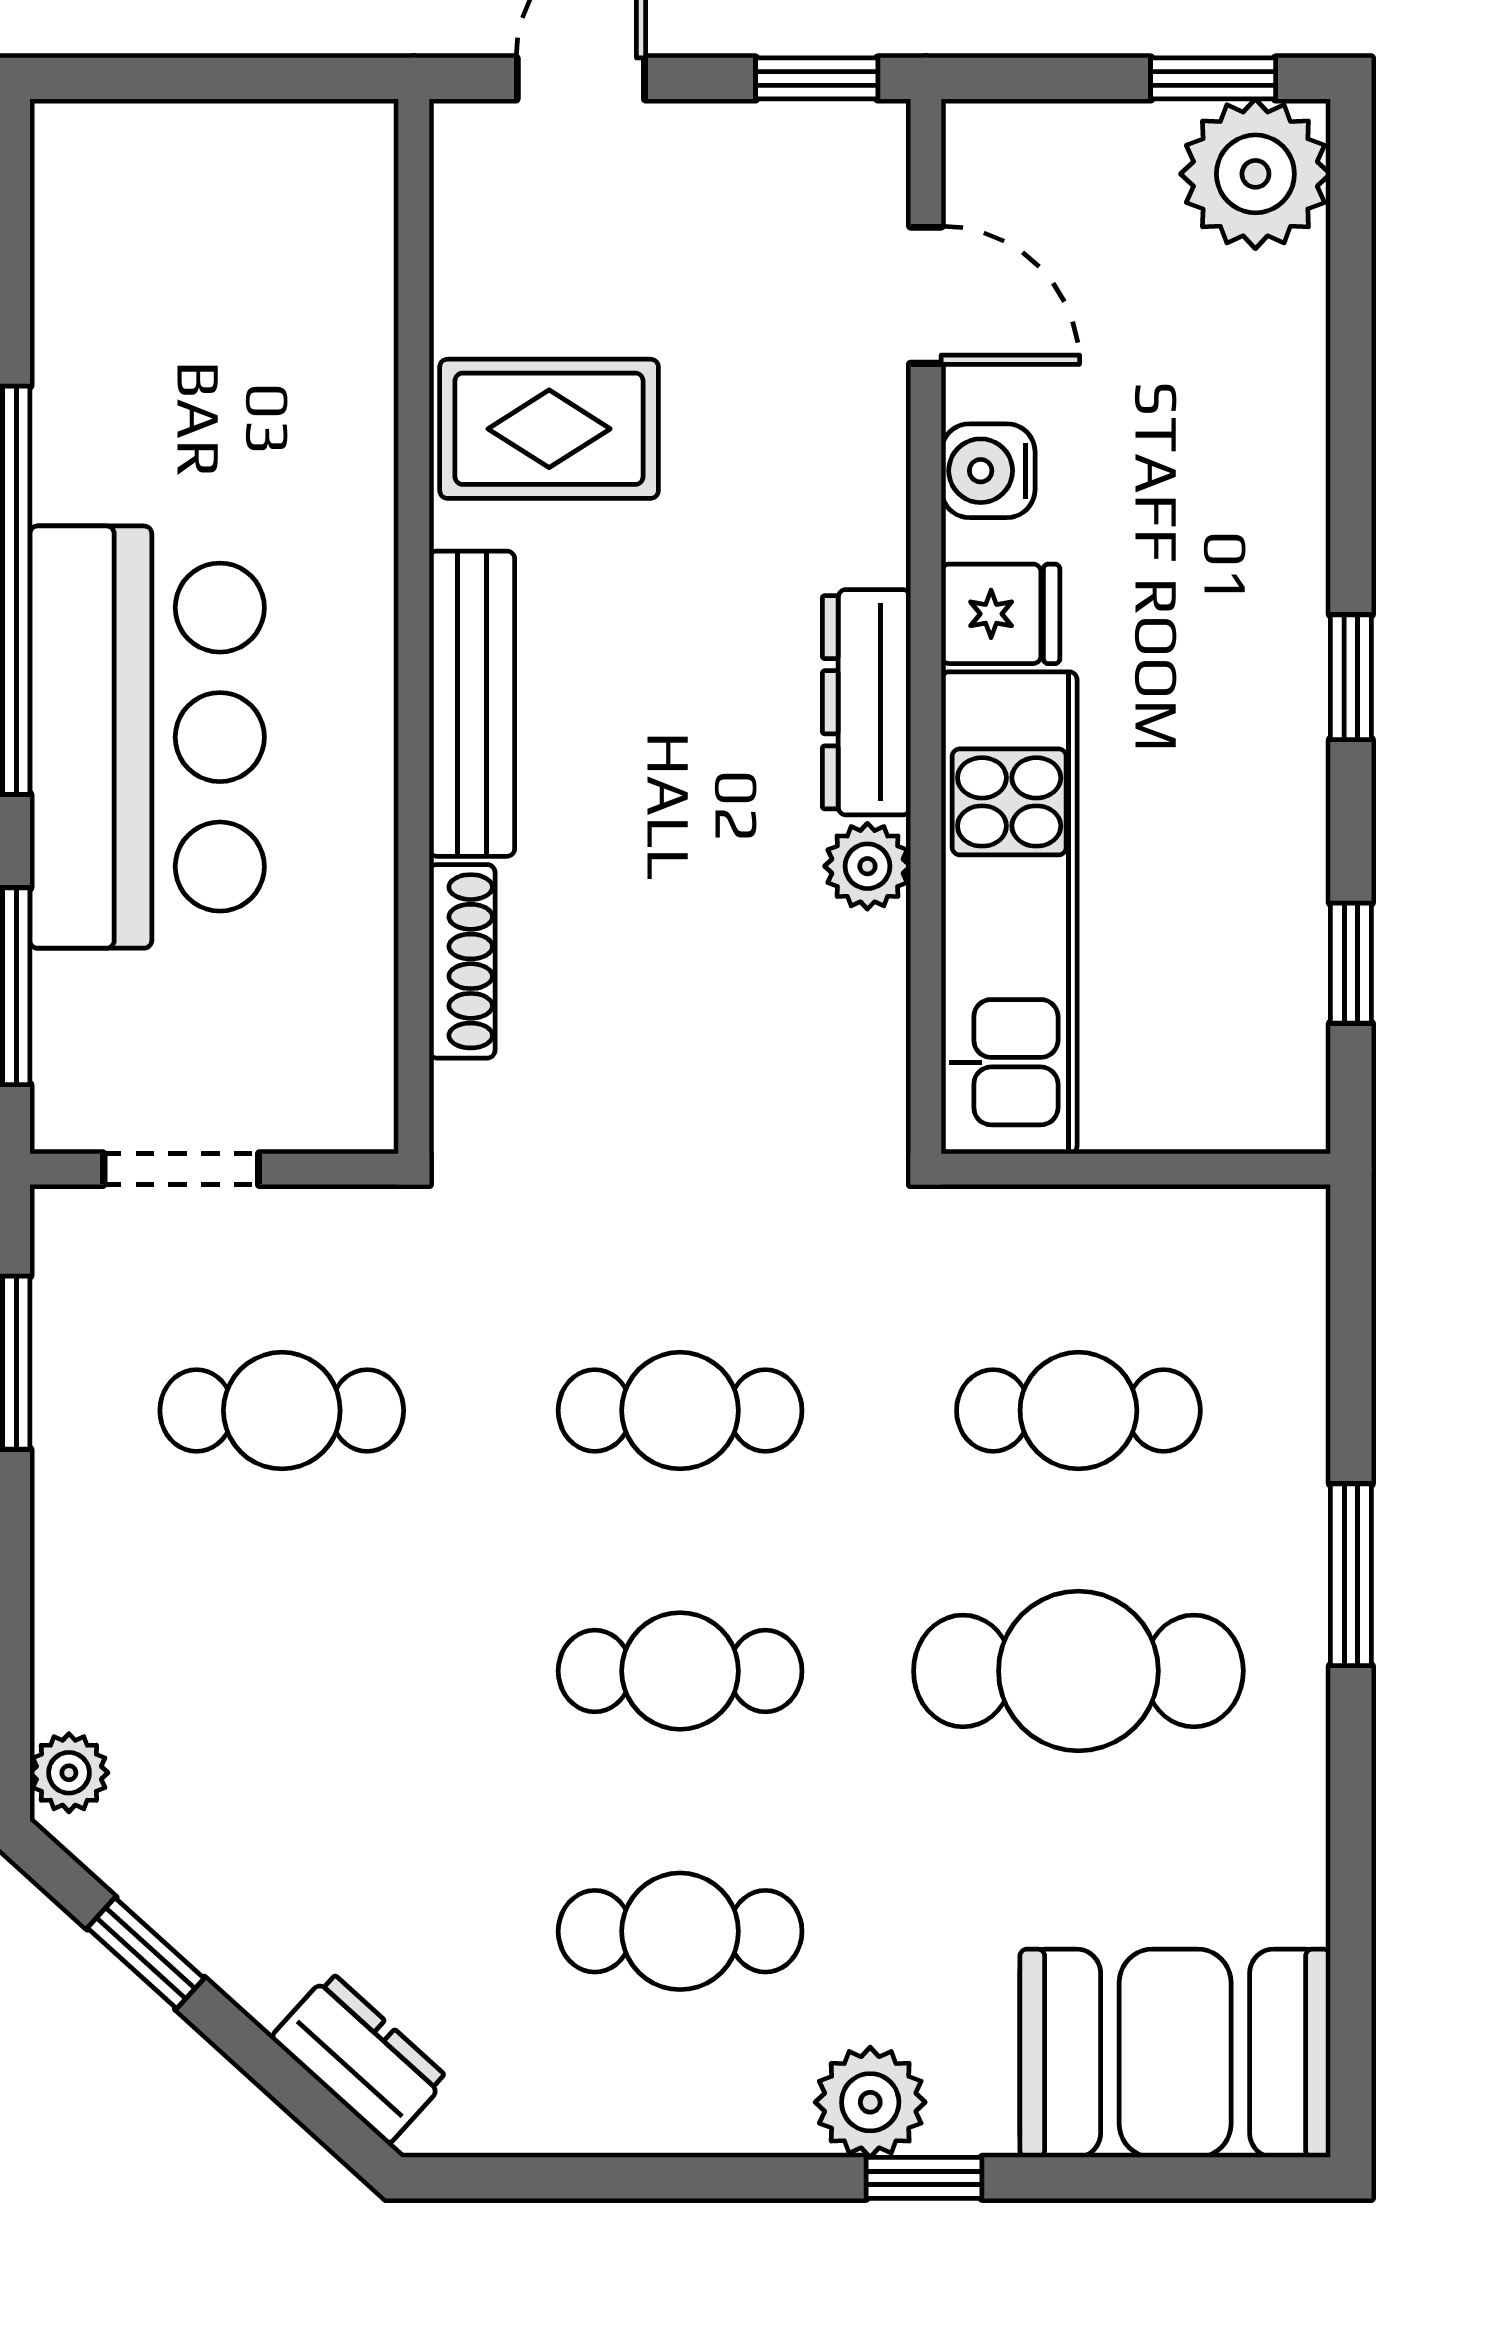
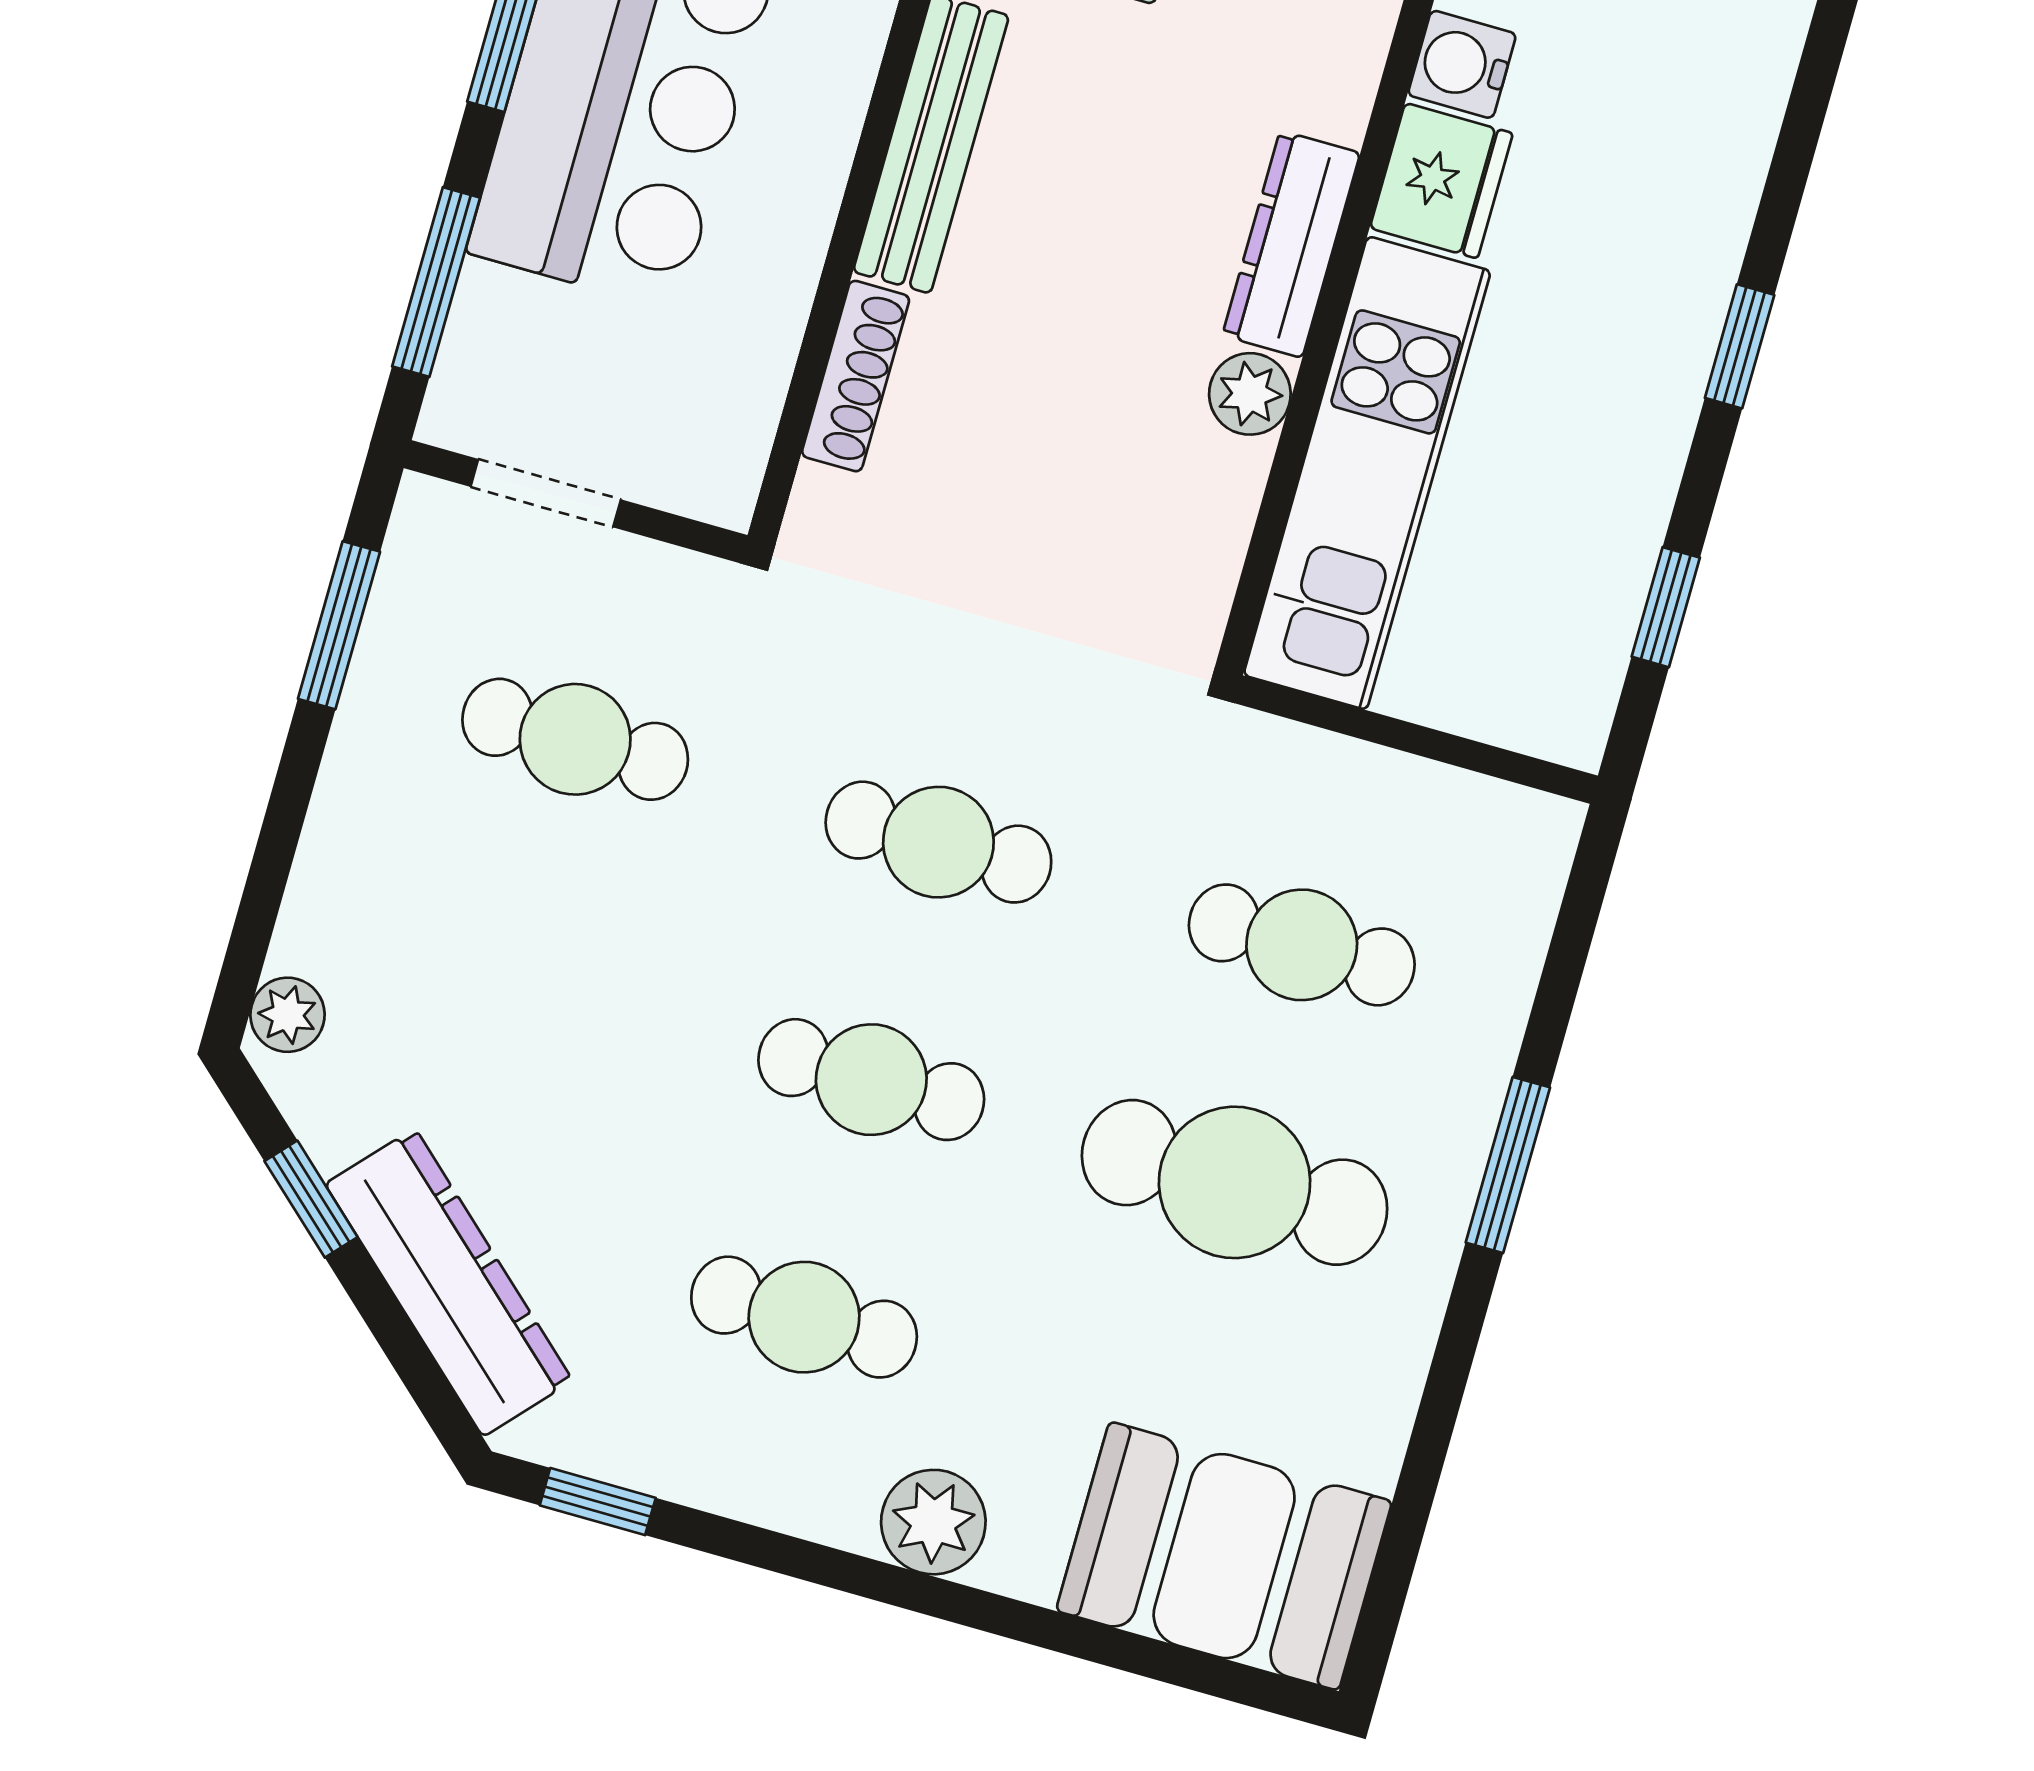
fridge: (1001, 614) -> (1441, 181), width x1.38
dresser: (359, 2058) -> (449, 1282), width x1.96, depth x1.24
window: (924, 2178) -> (598, 1502), moved

